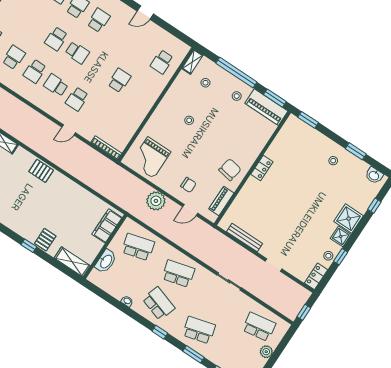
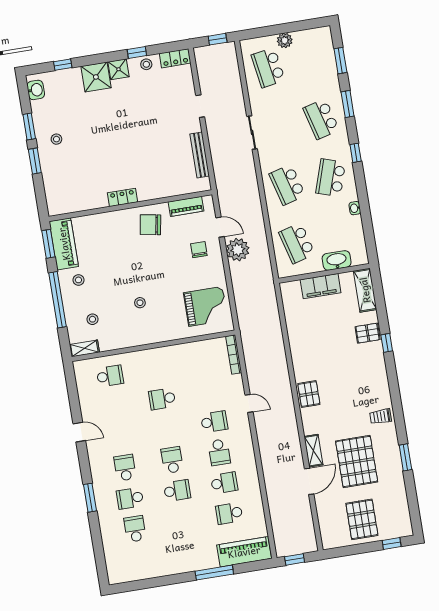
school desk: (99, 20) -> (125, 468), turned 90
window: (308, 120) -> (35, 161), moved
plant: (156, 201) -> (238, 250), moved
filing cabinet: (107, 226) -> (321, 286), moved

